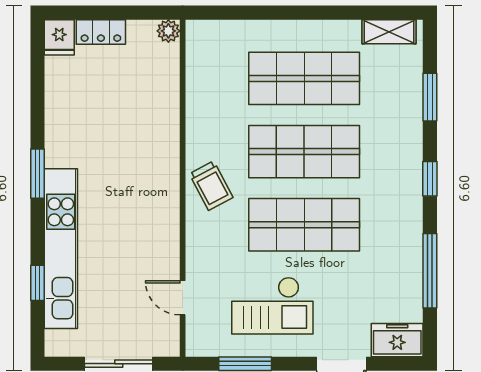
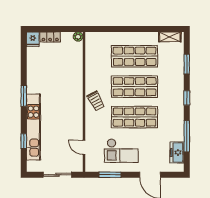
freezer: (397, 340) -> (177, 153), moved, turned -90

